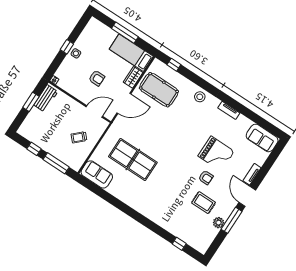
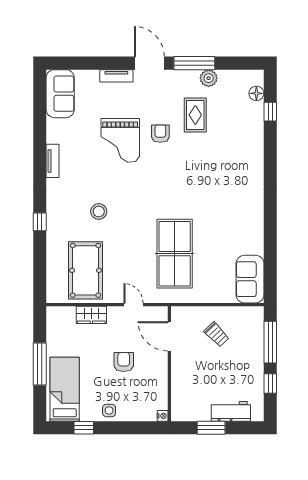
window: (67, 47) -> (84, 428), moved
bed: (131, 53) -> (65, 389), moved, turned 180
window: (174, 65) -> (40, 222), moved
stool: (200, 97) -> (99, 211), moved
workbench: (46, 98) -> (231, 411), moved
door: (124, 103) -> (133, 305), width x0.53
grand piano: (216, 154) -> (120, 140), turned 180
table tennis table: (133, 159) -> (175, 254), moved
door: (247, 196) -> (149, 63), swing flipped
floor lamp: (194, 243) -> (256, 93), added

